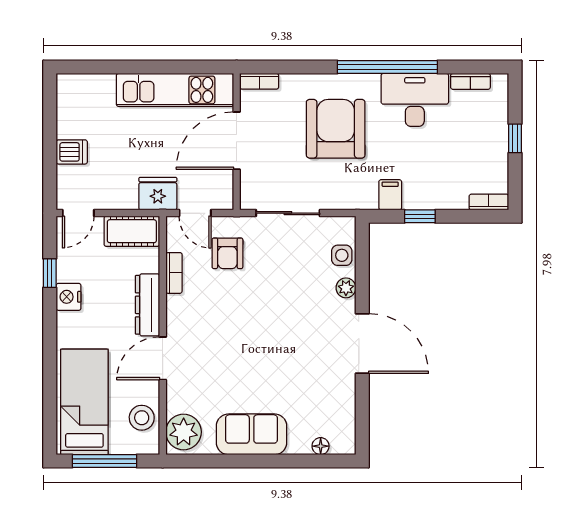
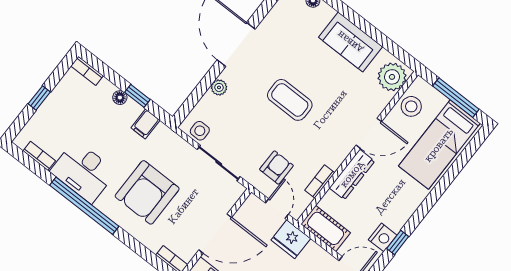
floor lamp: (436, 201) -> (120, 98), added
side table: (342, 255) -> (200, 131), moved
nightstand: (69, 297) -> (383, 237), moved
coffee table: (266, 330) -> (290, 100), added

